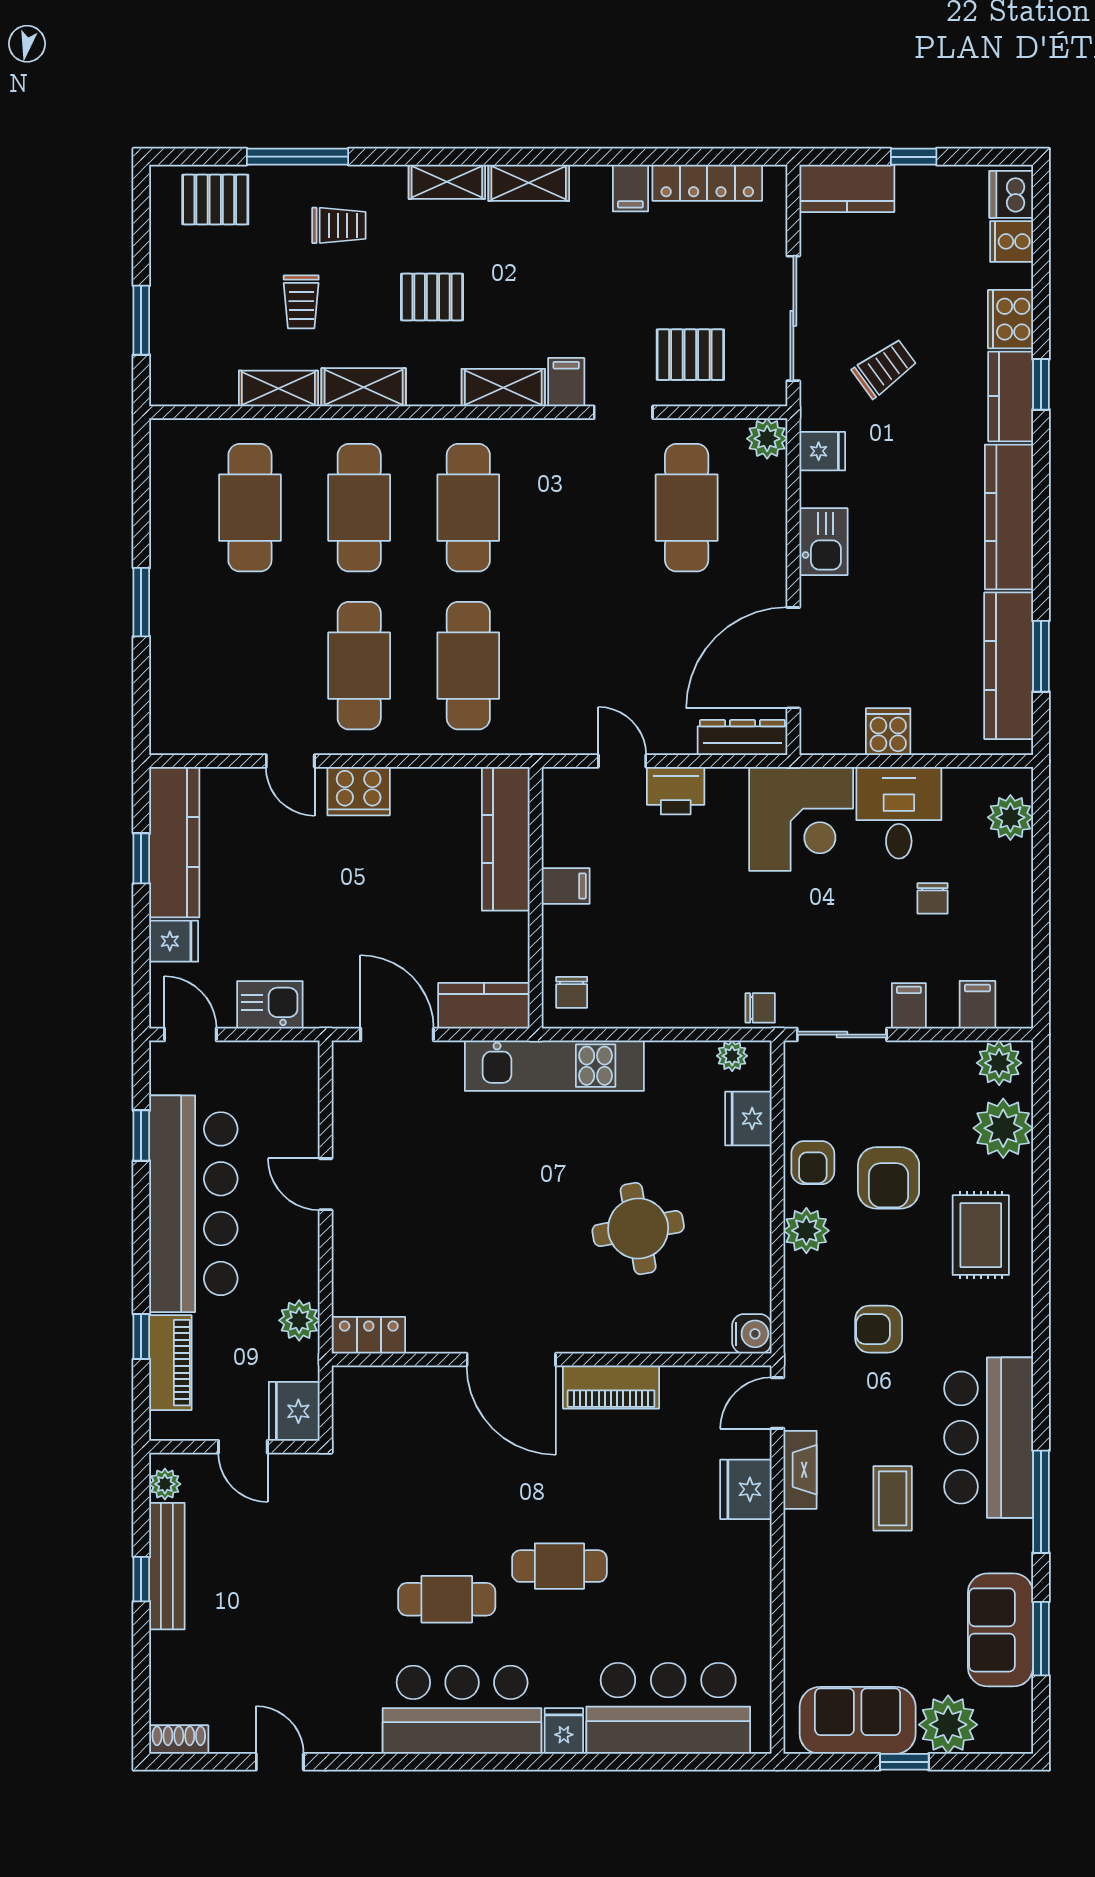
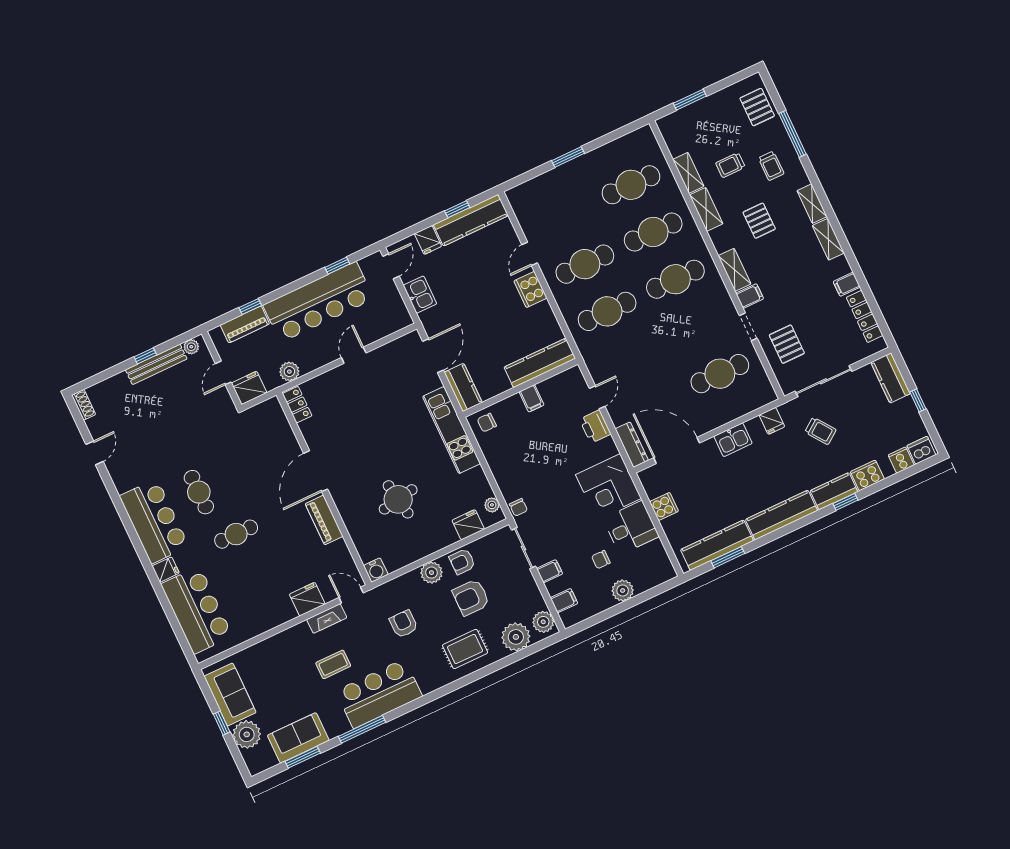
plant: (767, 439) -> (766, 394), removed
plant: (1010, 817) -> (623, 590), moved
cafe table: (559, 1566) -> (236, 534), turned 90

